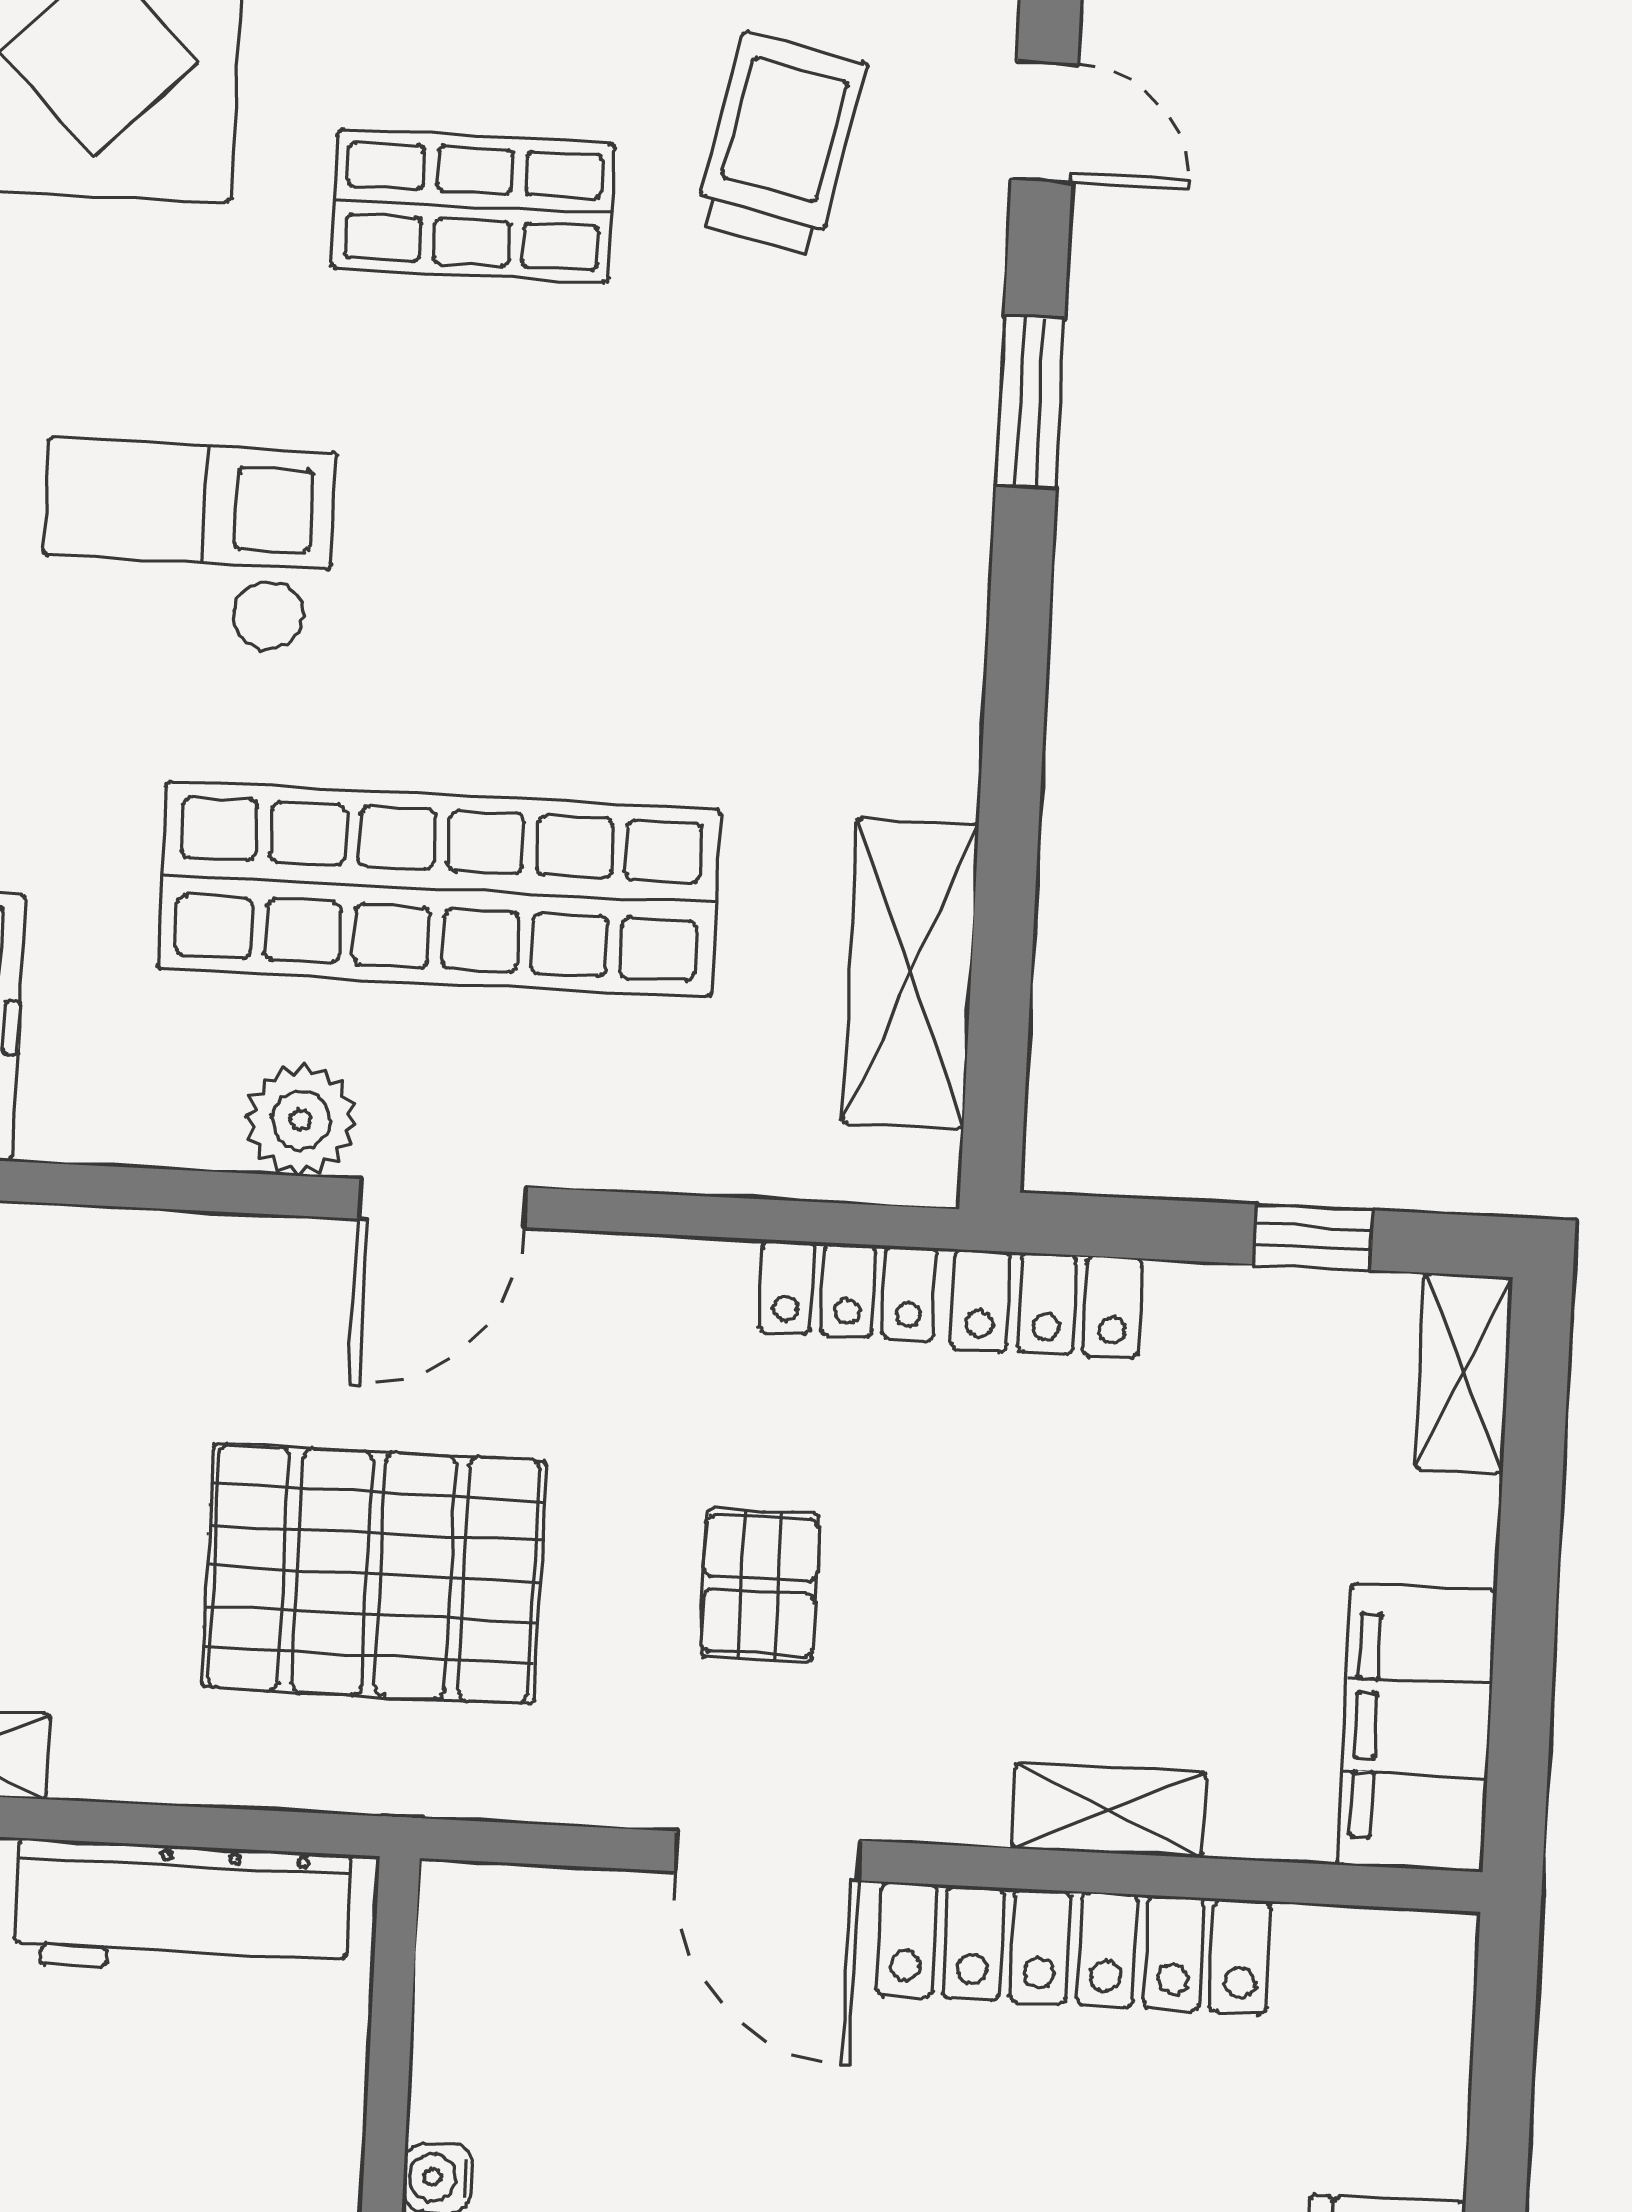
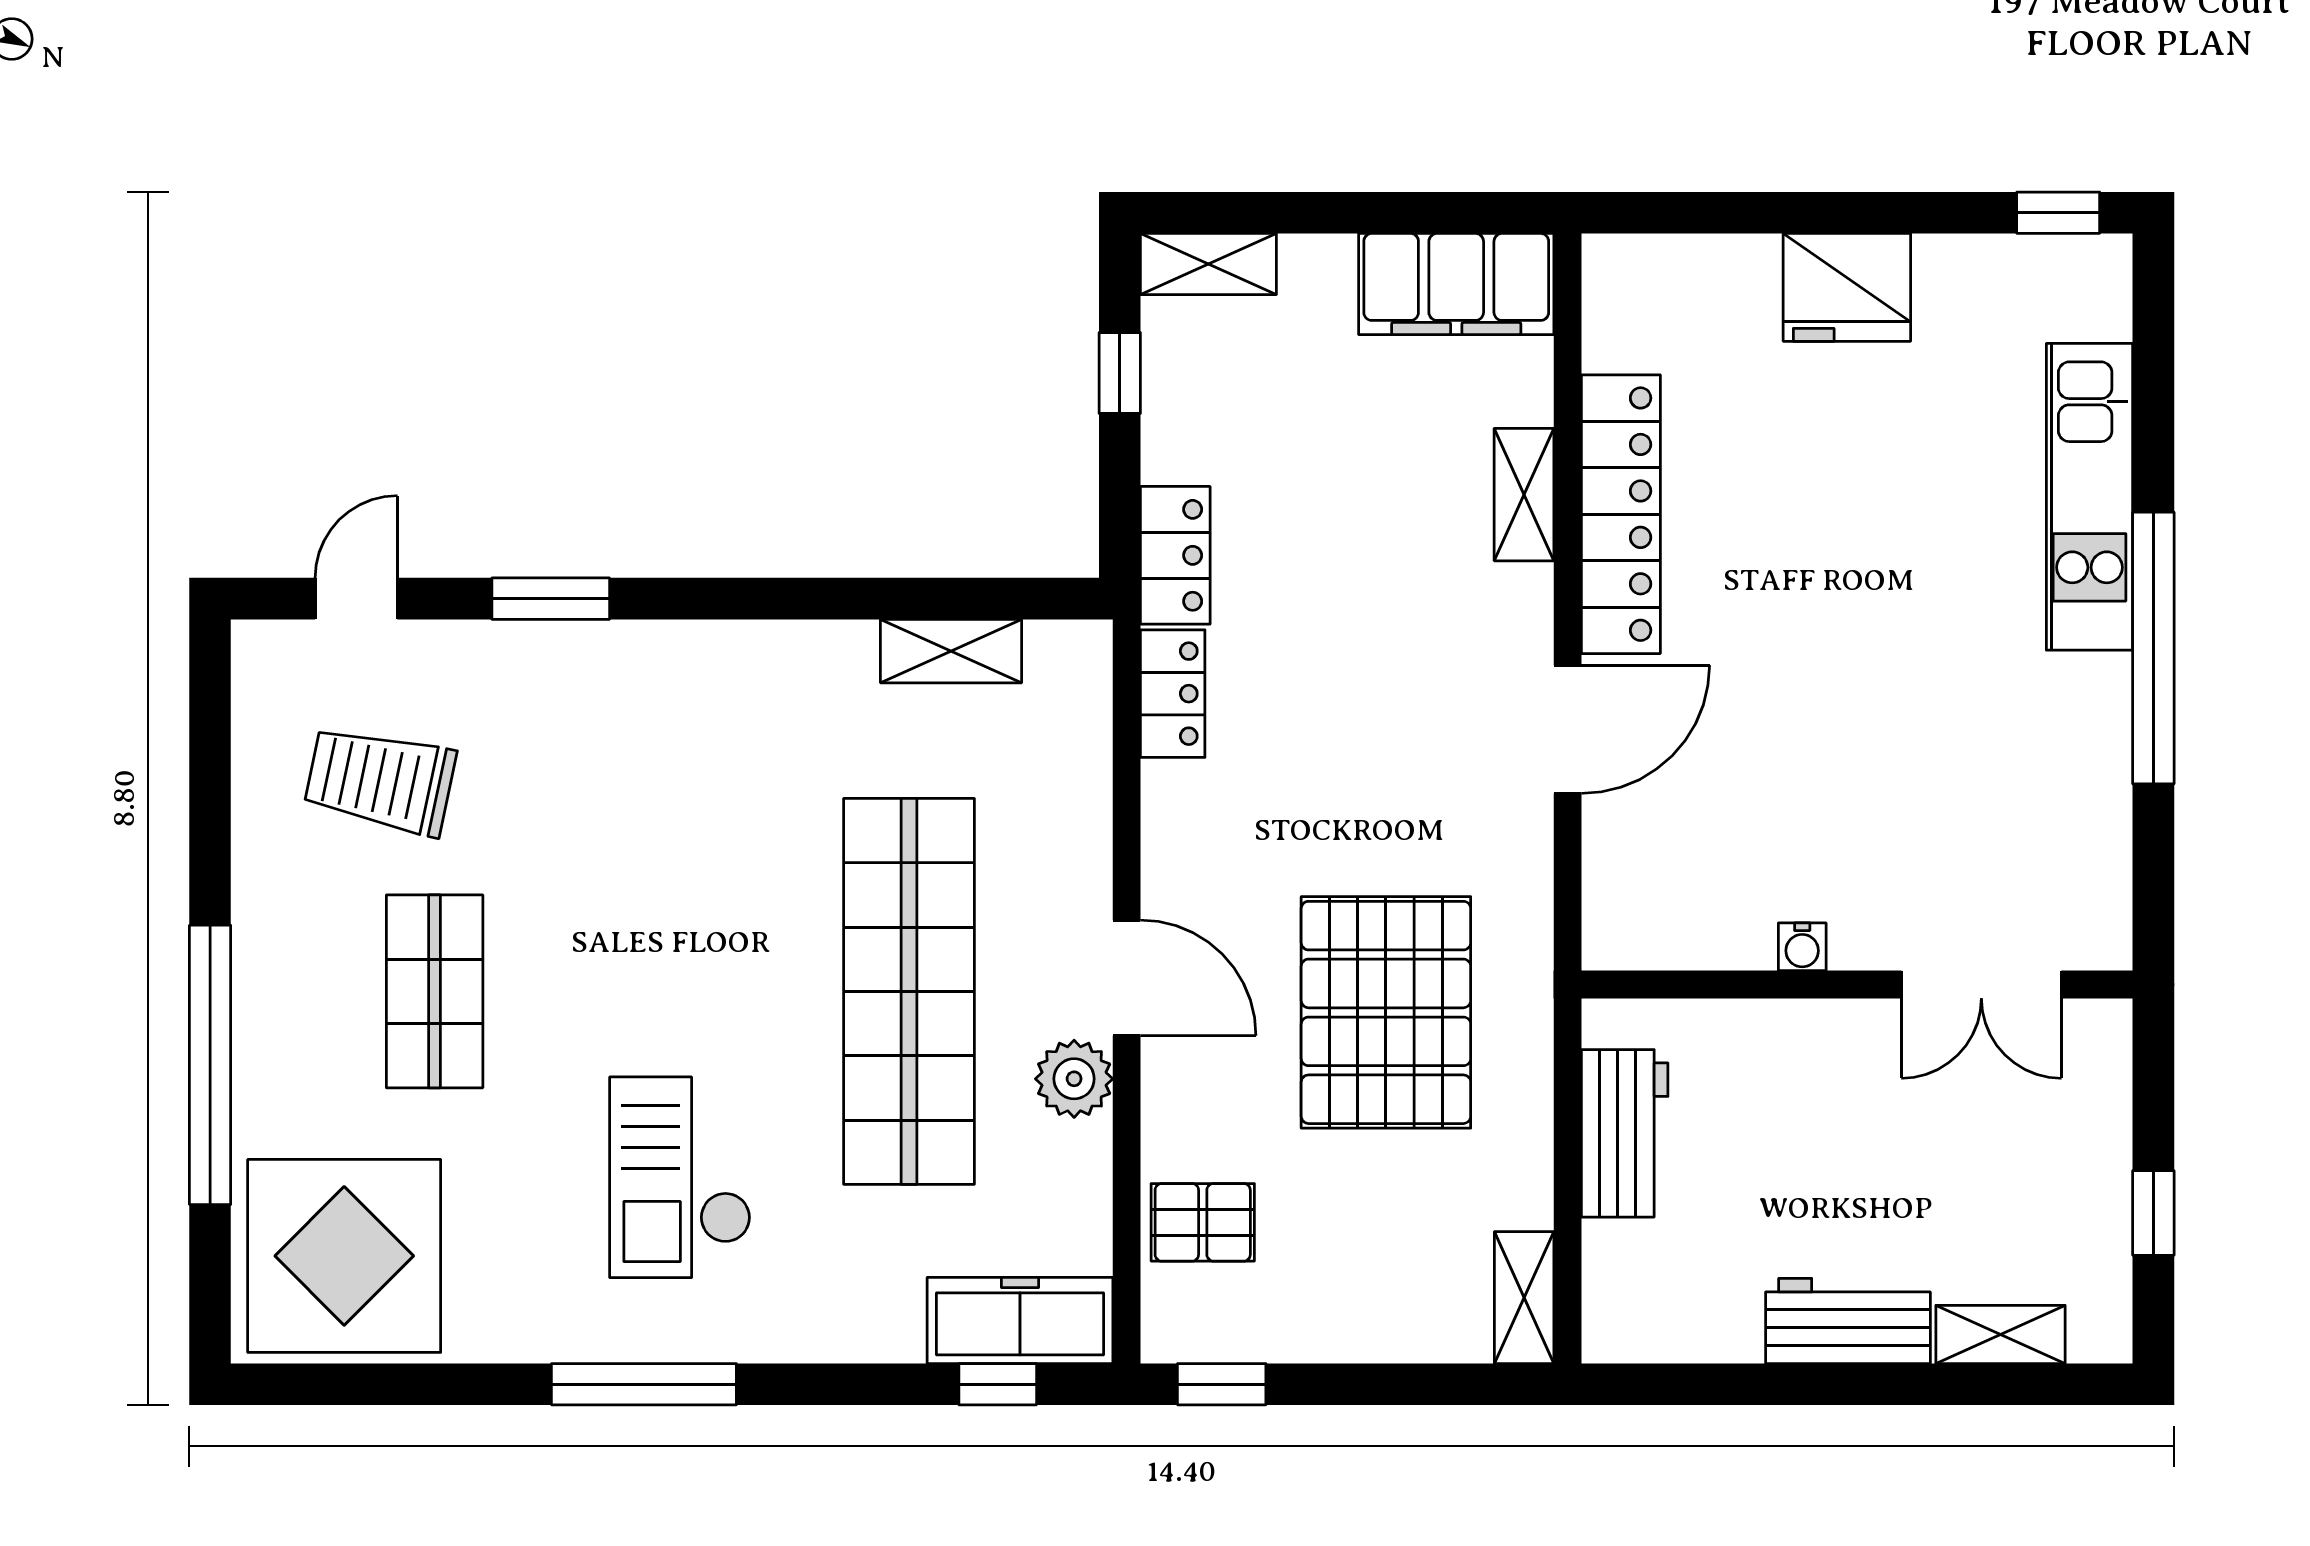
shelving: (910, 973) -> (951, 651), width x0.67, depth x0.75
pallet: (760, 1585) -> (1203, 1222), moved
workbench: (182, 1909) -> (1625, 1133), width x0.73

